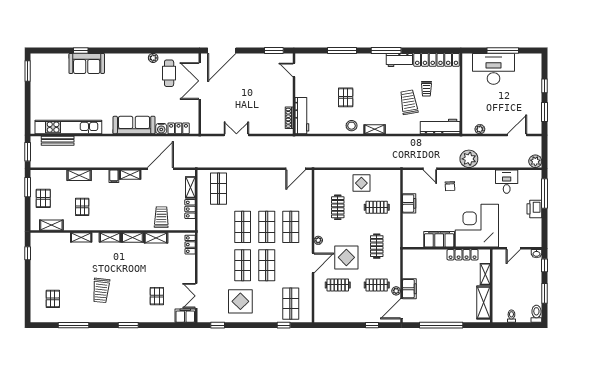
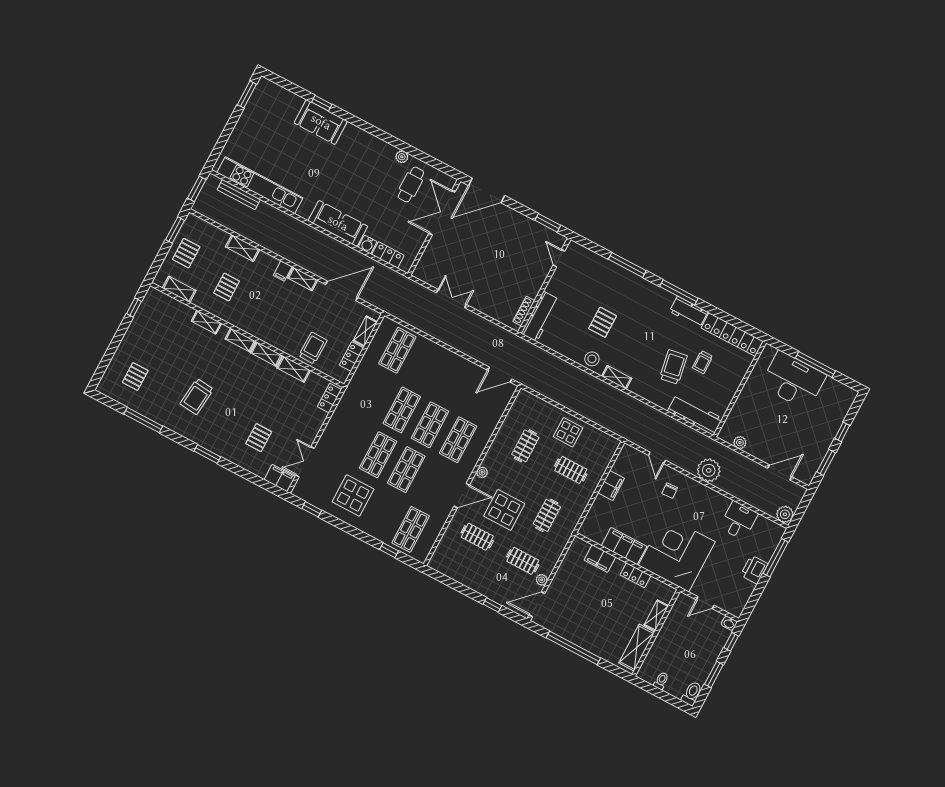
locker: (463, 255) -> (635, 575), width x0.66
filing cabinet: (409, 289) -> (600, 559), moved, turned 90

